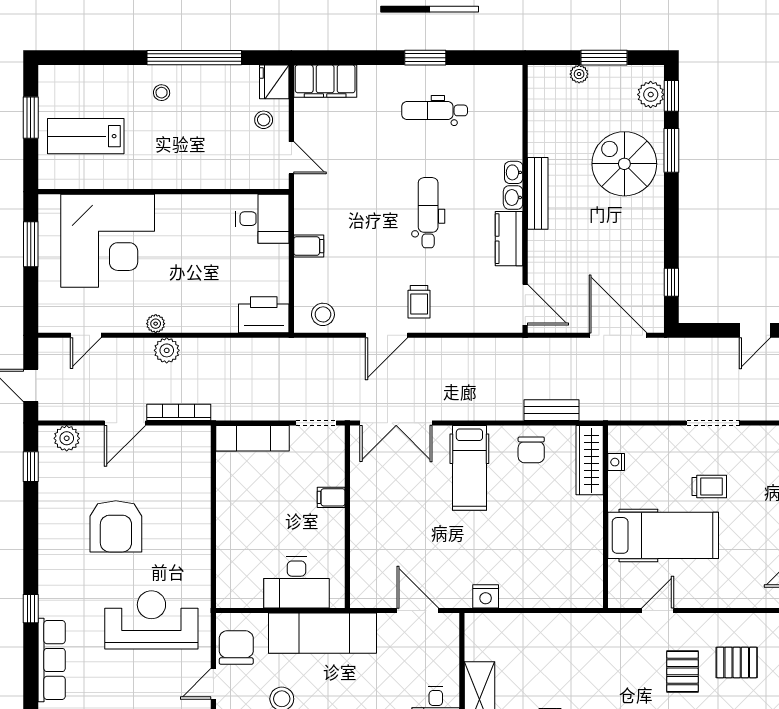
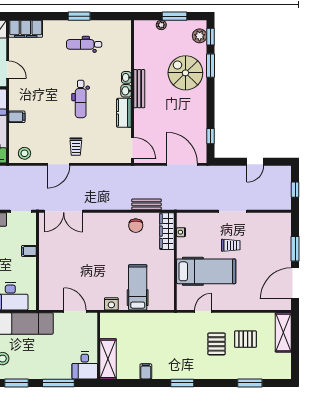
dental chair: (428, 213) -> (81, 99), turned 180
hospital bed: (469, 468) -> (138, 287), moved, turned 180

